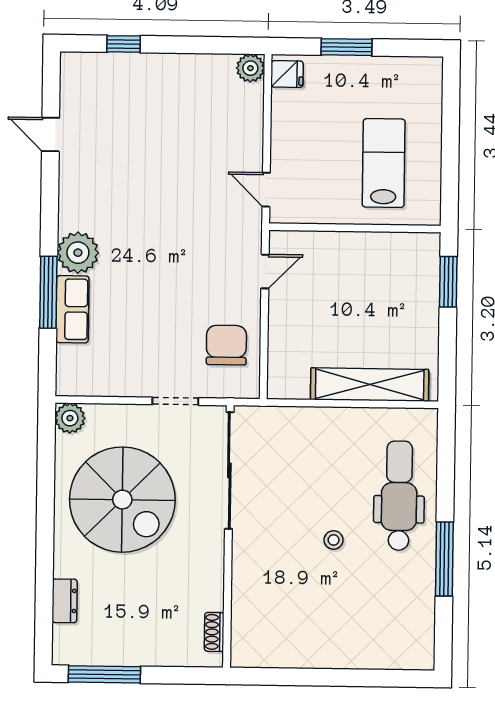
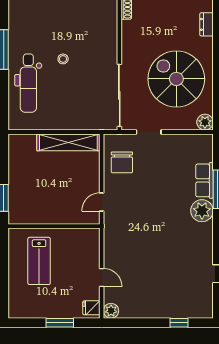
door: (266, 190) -> (102, 278), moved
shelving: (370, 385) -> (68, 142), moved

